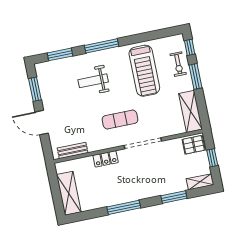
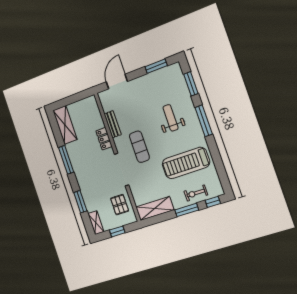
door: (42, 123) -> (117, 82), moved
pallet: (194, 145) -> (120, 205), moved
bench: (73, 150) -> (113, 124), moved
shelving: (69, 193) -> (65, 125), moved, turned 90

